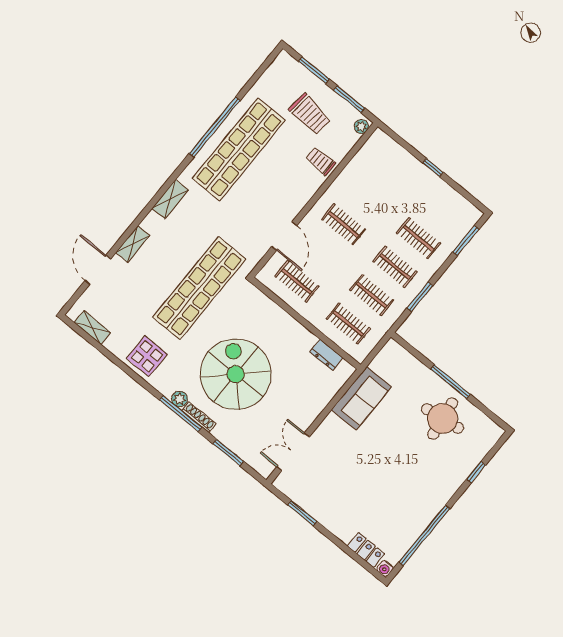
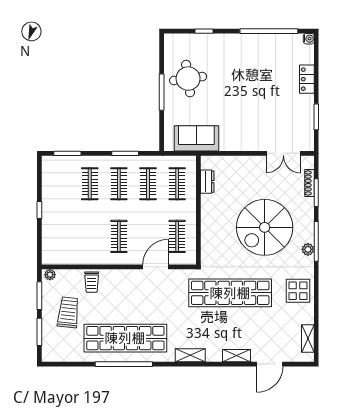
sofa: (361, 398) -> (196, 138), moved
shoe rack: (199, 417) -> (309, 183), moved
locker: (366, 550) -> (307, 79), moved

